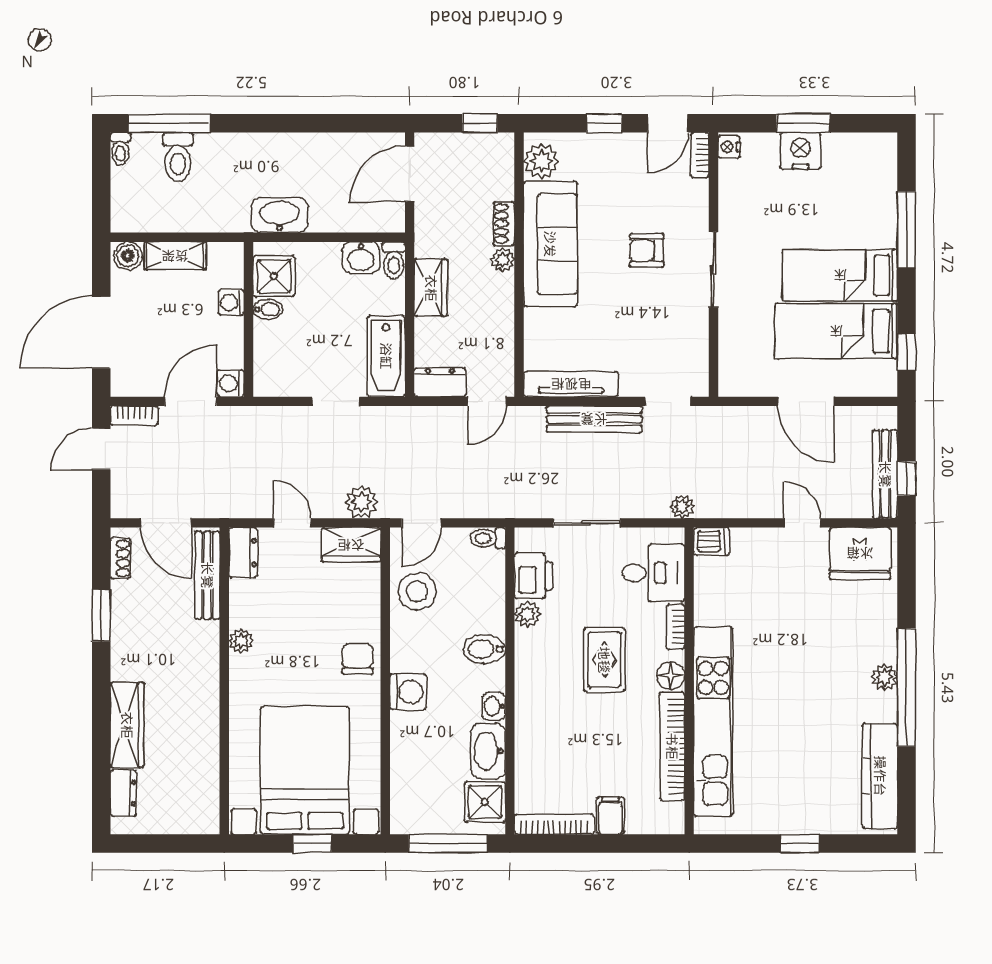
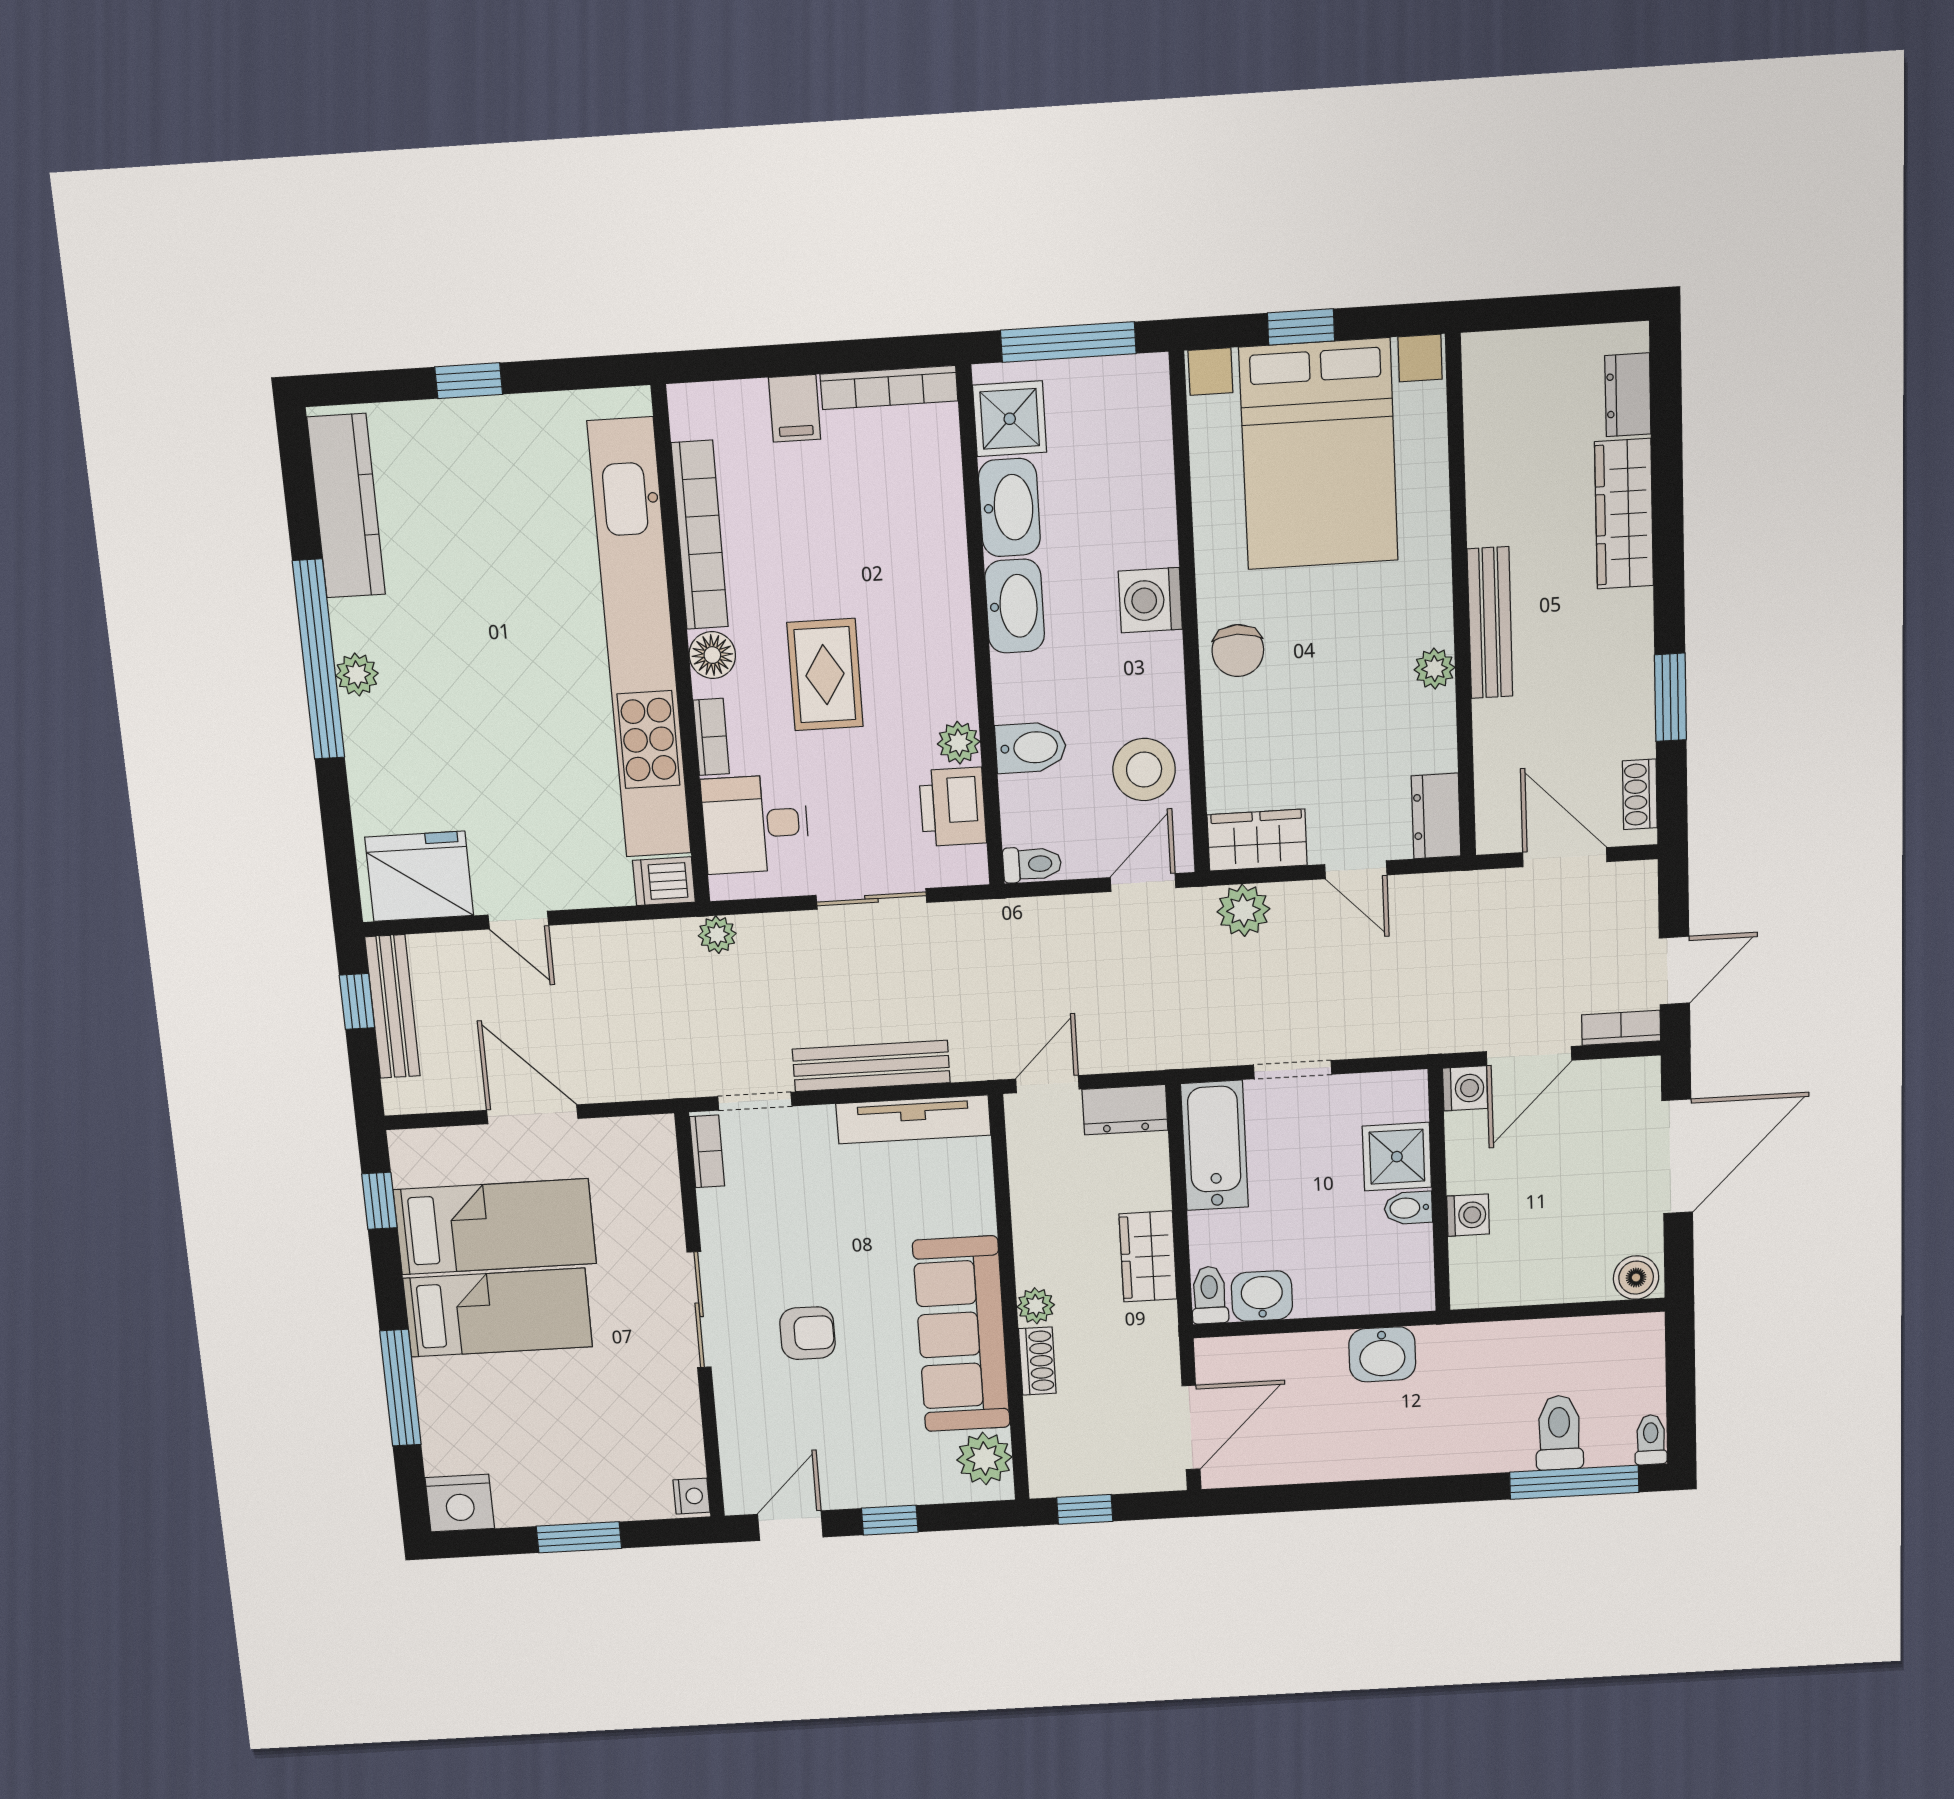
nightstand: (801, 151) -> (460, 1503), moved
bookcase: (700, 155) -> (707, 1151), moved
washbasin: (279, 215) -> (1382, 1354), width x0.72
shelving: (175, 256) -> (1560, 1282), removed
shower: (274, 276) -> (1397, 1157), moved
bench: (207, 575) -> (1490, 623), moved
bidet: (484, 649) -> (1031, 748), moved
washbasin: (494, 706) -> (1015, 606), width x1.91, depth x1.45
kitchen unit: (713, 722) -> (640, 640), width x1.36

